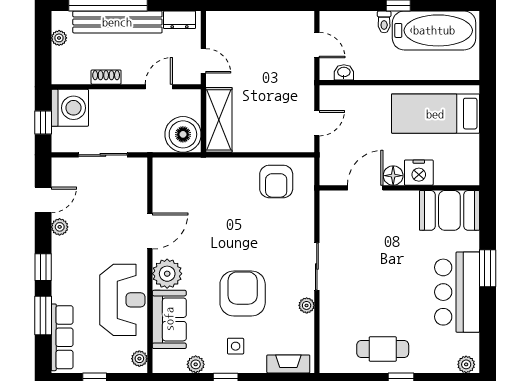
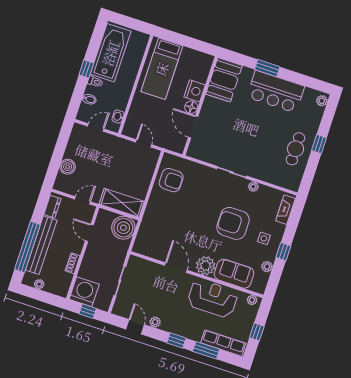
bidet: (355, 22) -> (89, 99), added
boiler: (246, 23) -> (68, 167), added

